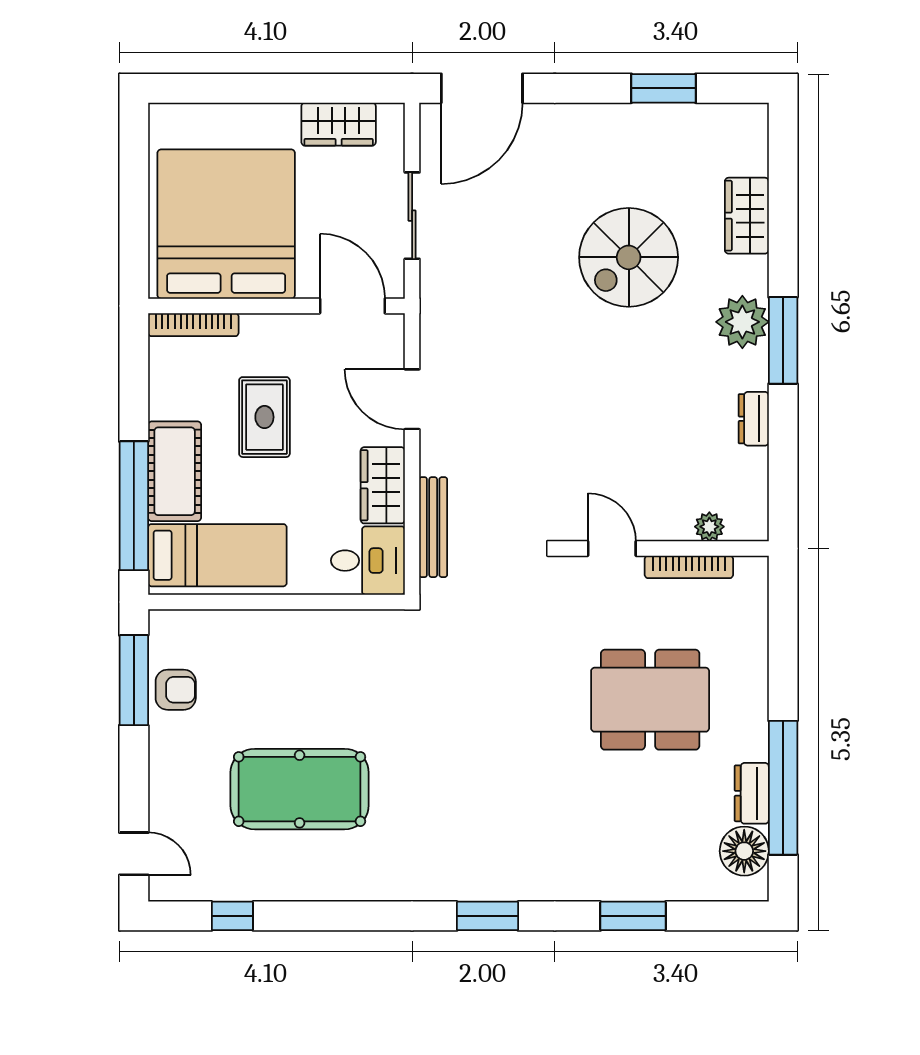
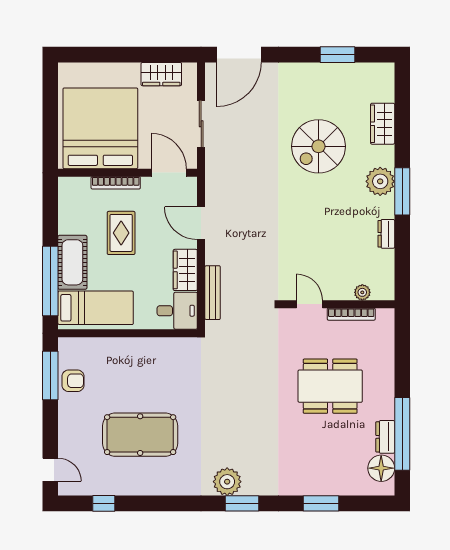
bookcase: (193, 325) -> (116, 183), moved
plant: (460, 876) -> (227, 482), added

